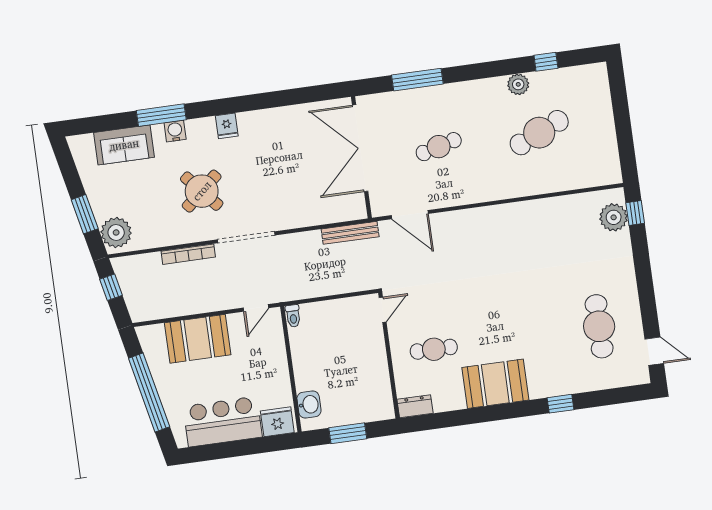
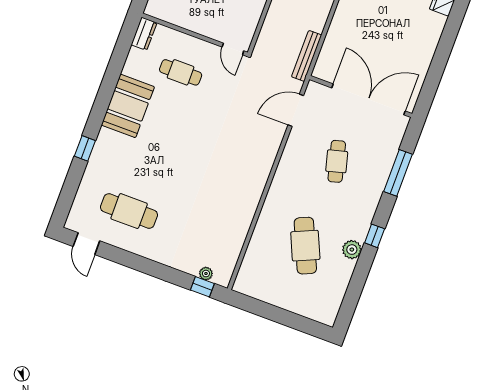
window: (546, 62) -> (375, 236), moved
plant: (614, 217) -> (206, 274), width x0.53, depth x0.53
cafe table: (434, 349) -> (181, 72), turned 90
door: (654, 351) -> (86, 244), hinge flipped

